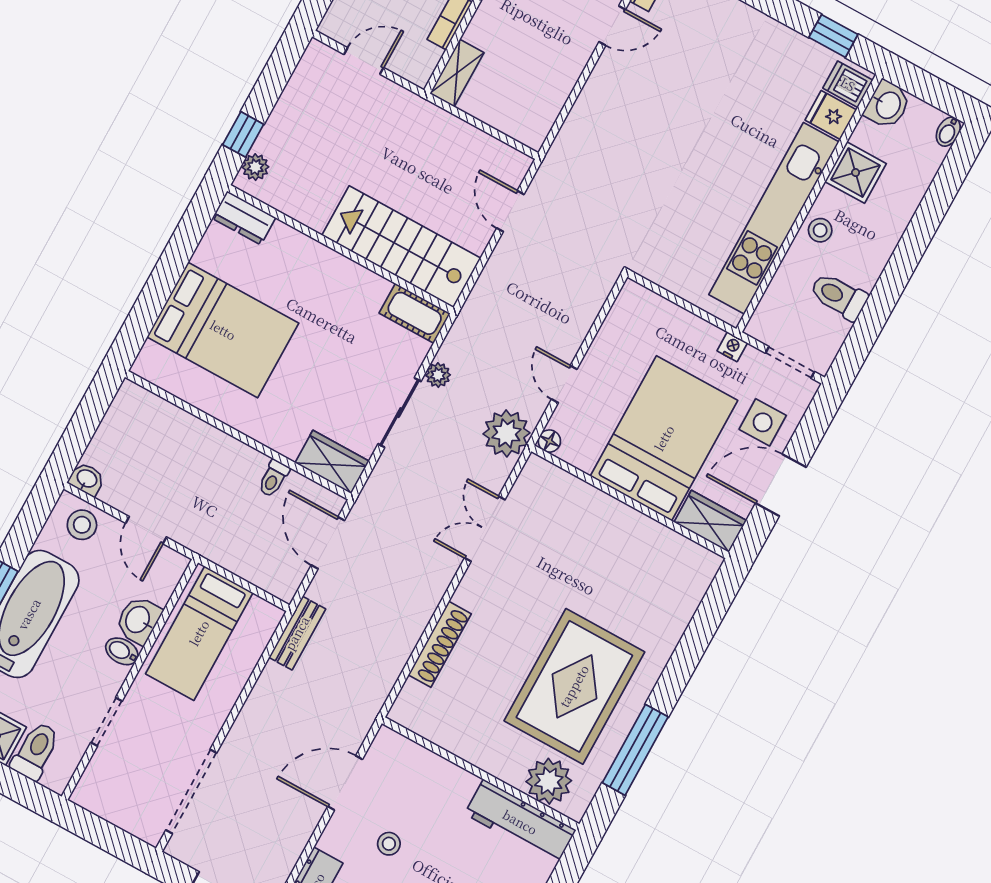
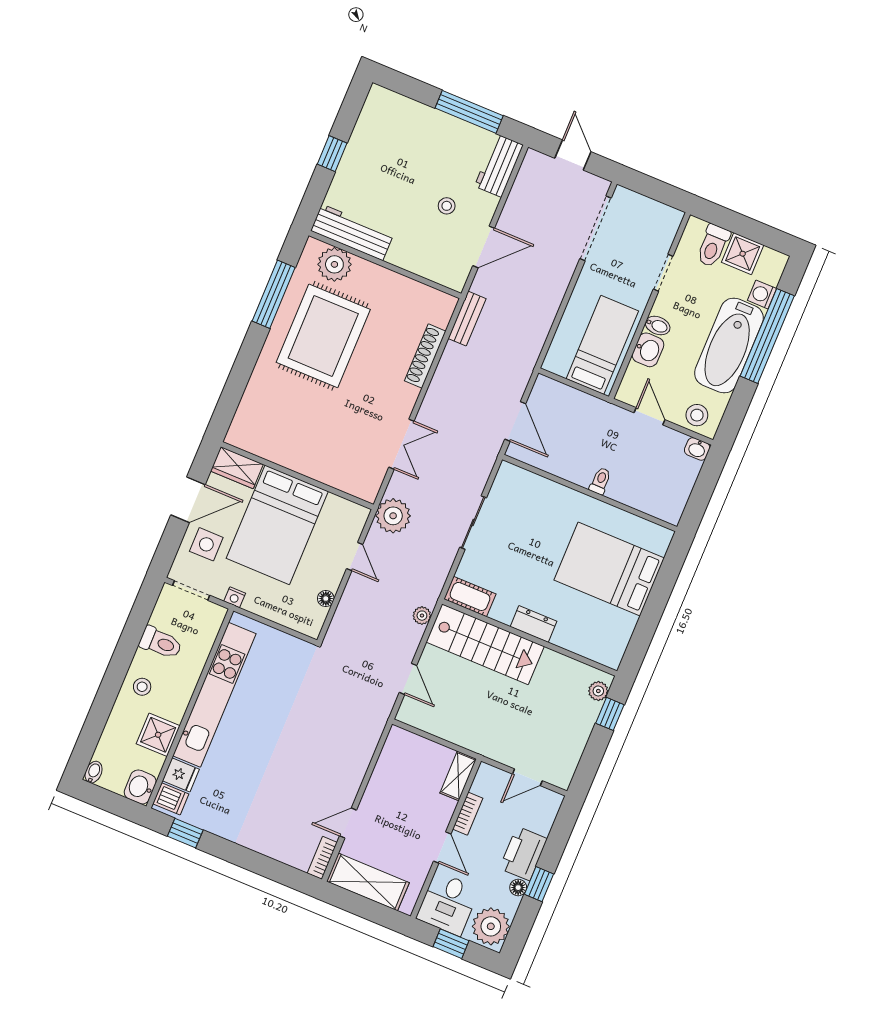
dresser: (244, 218) -> (534, 624), moved
stool: (820, 230) -> (142, 687), moved
plant: (438, 375) -> (422, 616), moved
floor lamp: (549, 441) -> (326, 599), moved
wardrobe: (332, 462) -> (519, 481), removed
toilet: (273, 478) -> (600, 481), moved
bench: (297, 633) -> (467, 319), moved

